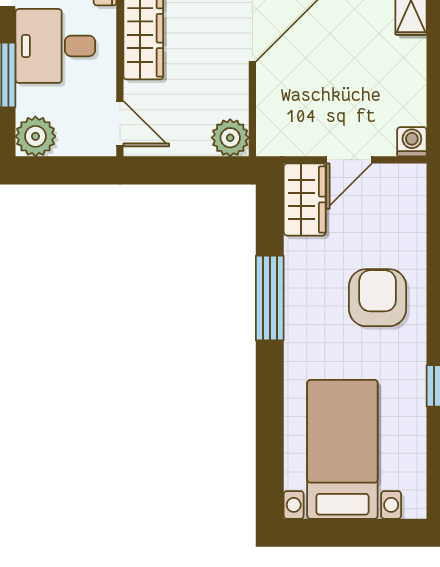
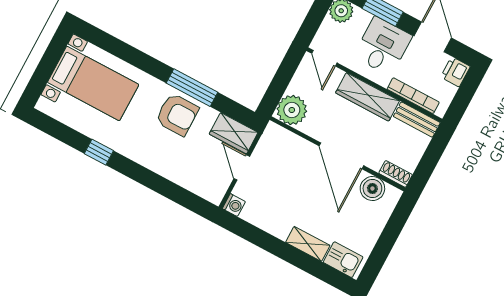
door: (120, 124) -> (324, 58), hinge flipped
plant: (230, 138) -> (292, 110), width x1.36, depth x1.36
armchair: (378, 298) -> (177, 114), moved

